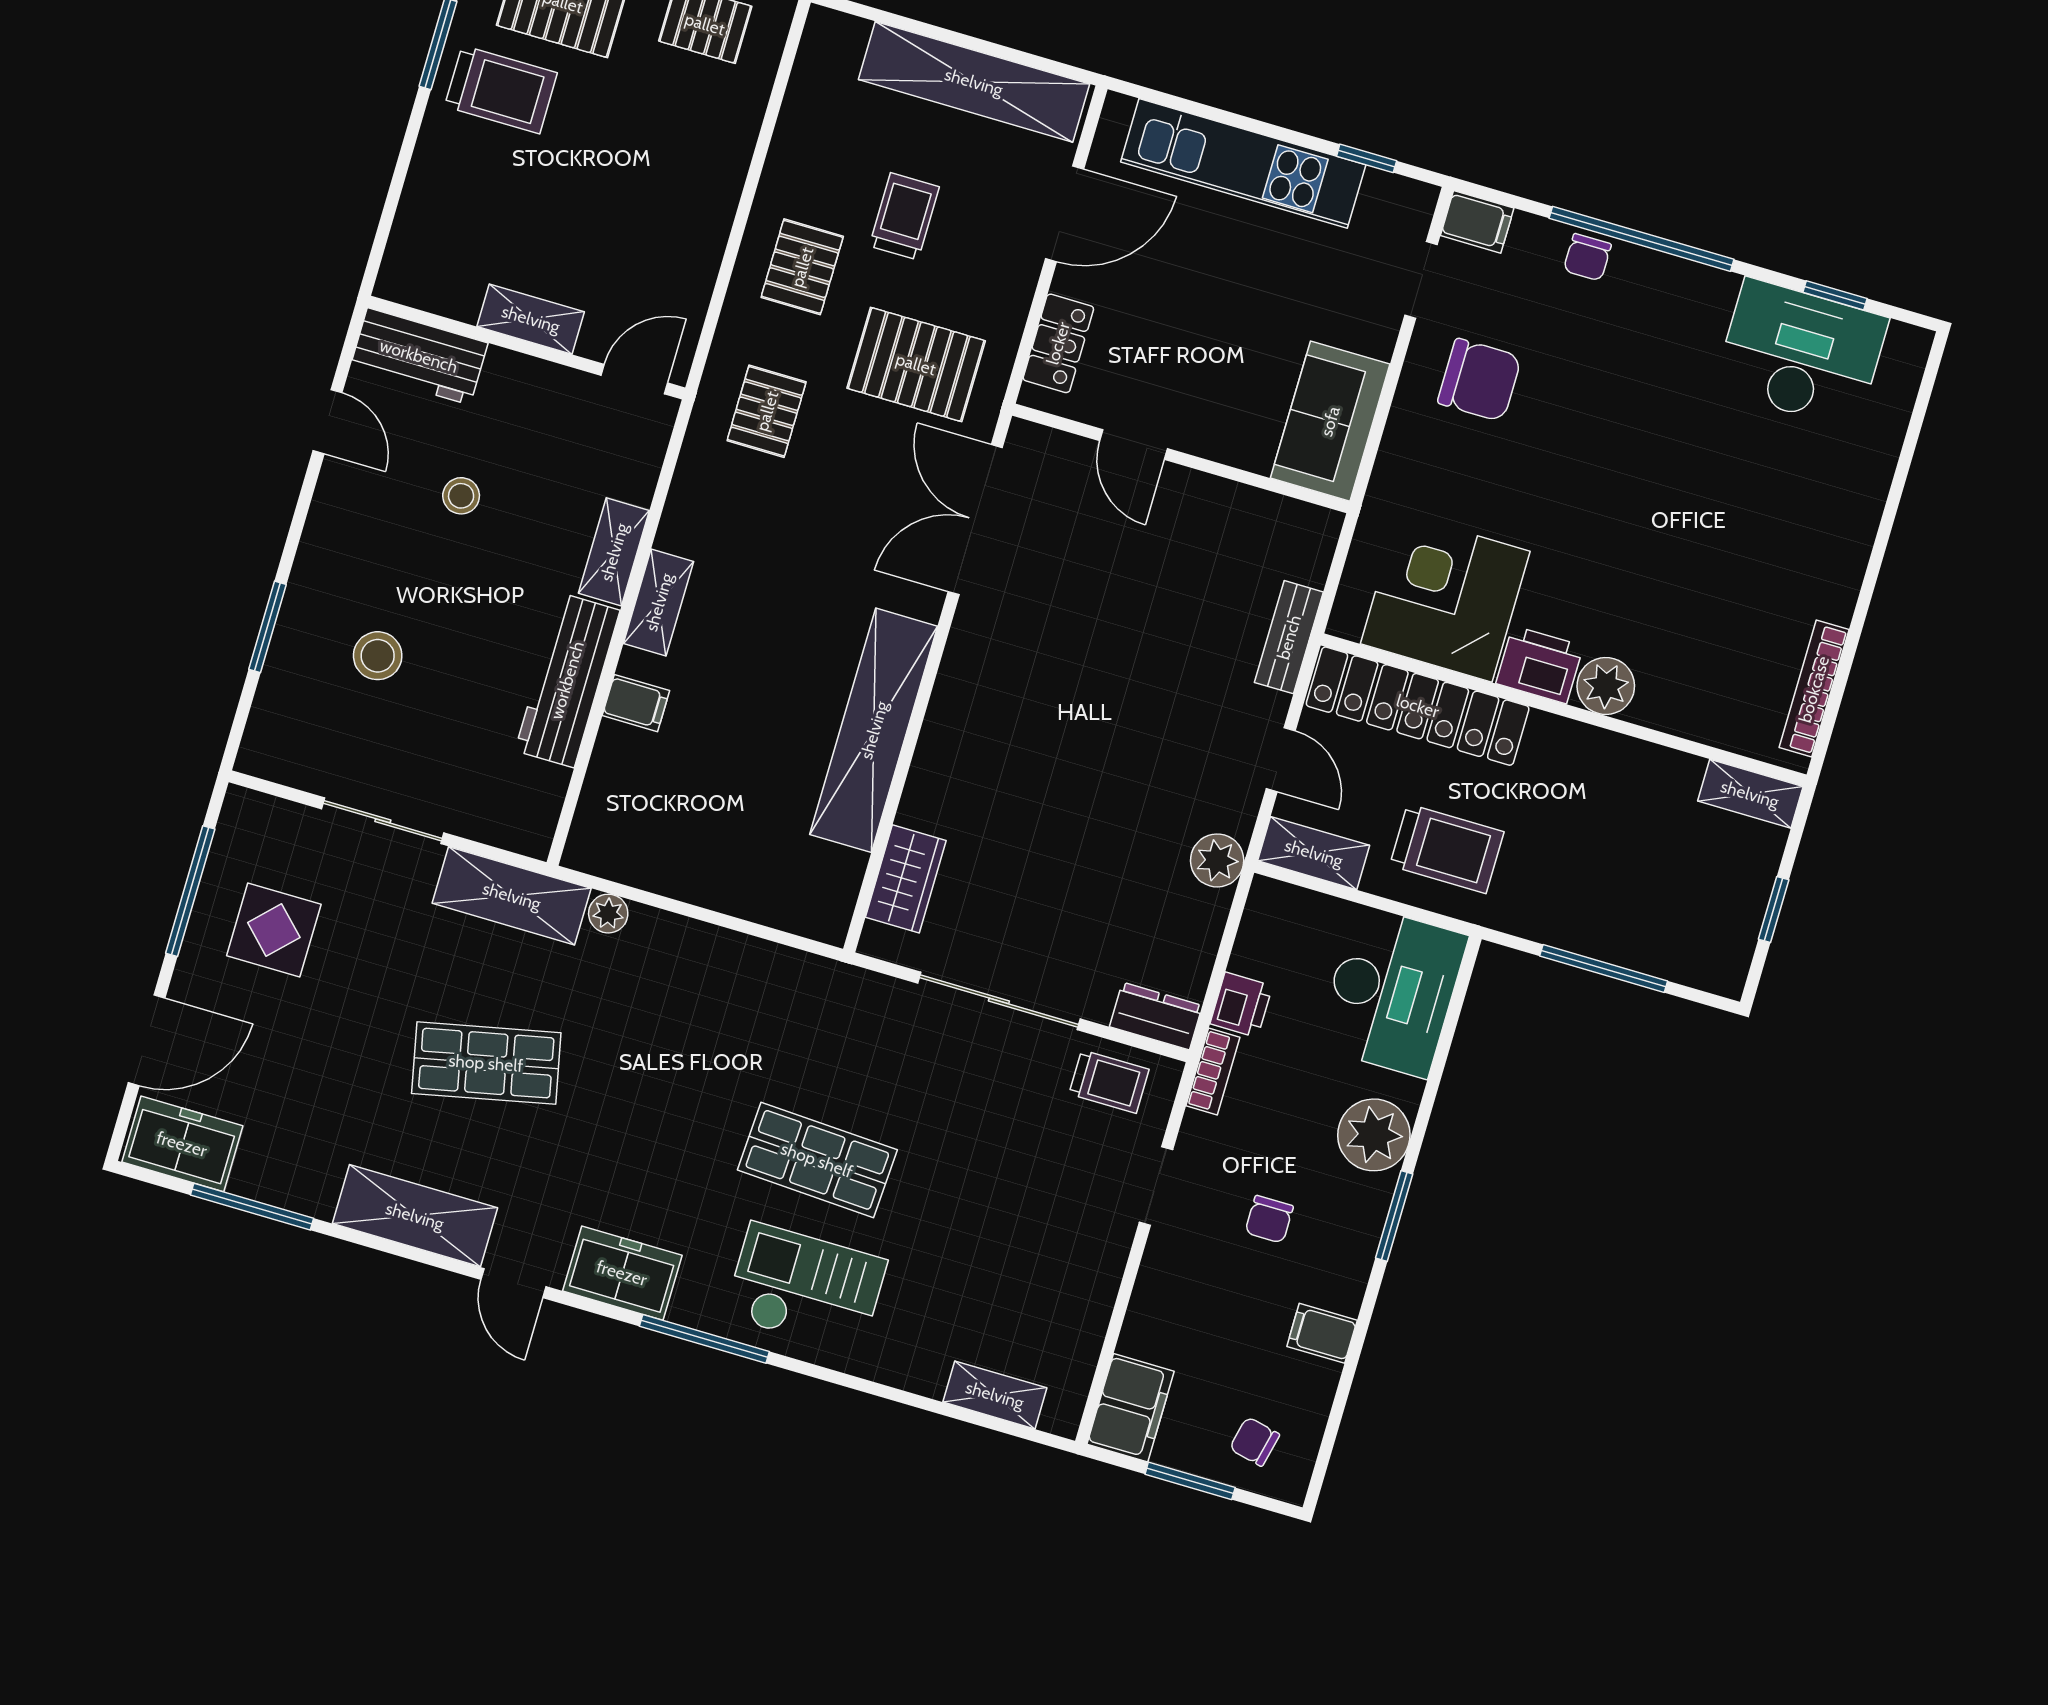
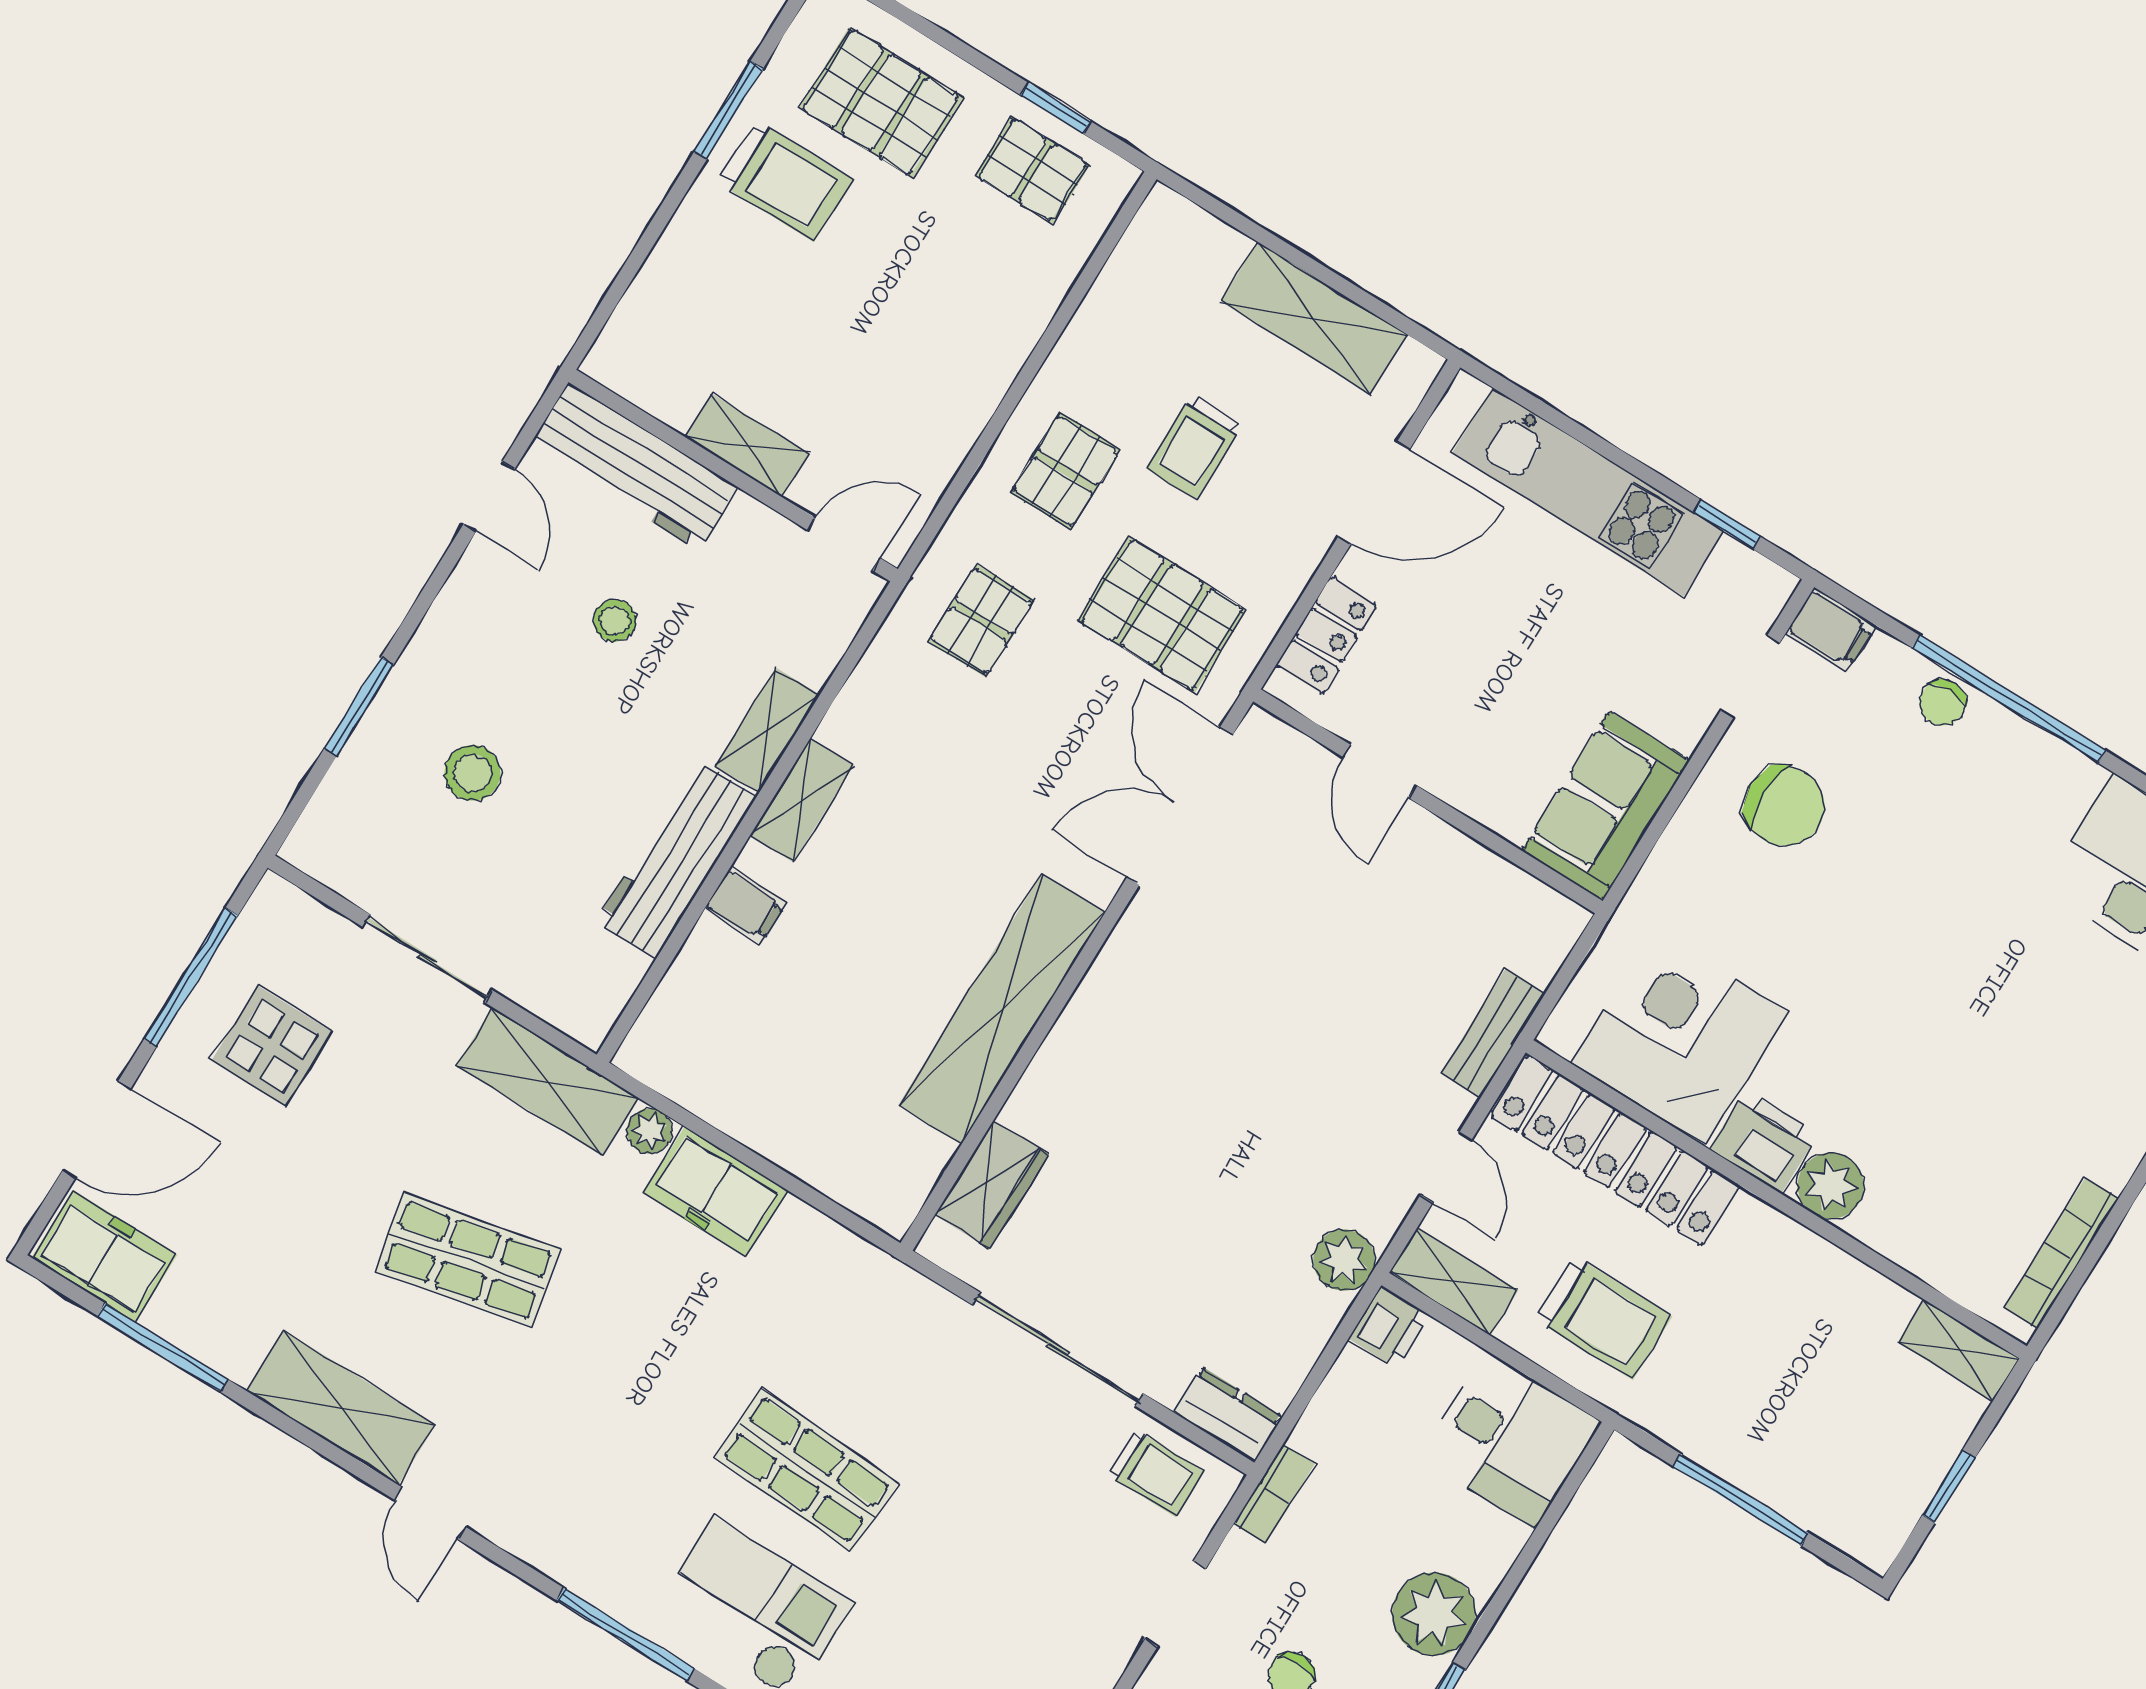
shelving: (974, 82) -> (1314, 318), width x0.68
trolley: (904, 216) -> (1195, 446), turned 180
workbench: (419, 356) -> (634, 466), width x1.38
desk: (1392, 991) -> (1511, 1440), width x0.73
printer: (1241, 1005) -> (1389, 1327), moved
freezer: (622, 1273) -> (715, 1191), moved, turned 180

